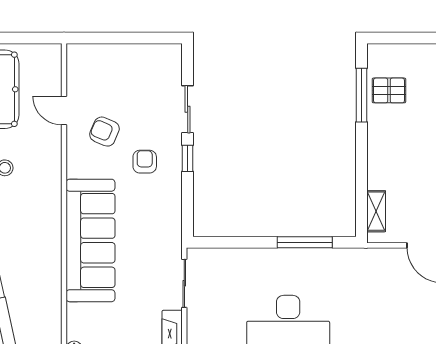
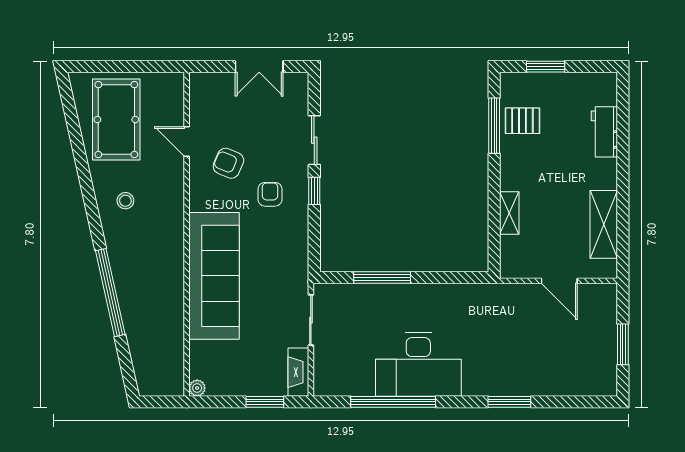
double door: (134, 38) -> (259, 67), added
window: (411, 38) -> (546, 67), added
shelving: (376, 211) -> (509, 213), moved
window: (305, 242) -> (382, 278), moved

